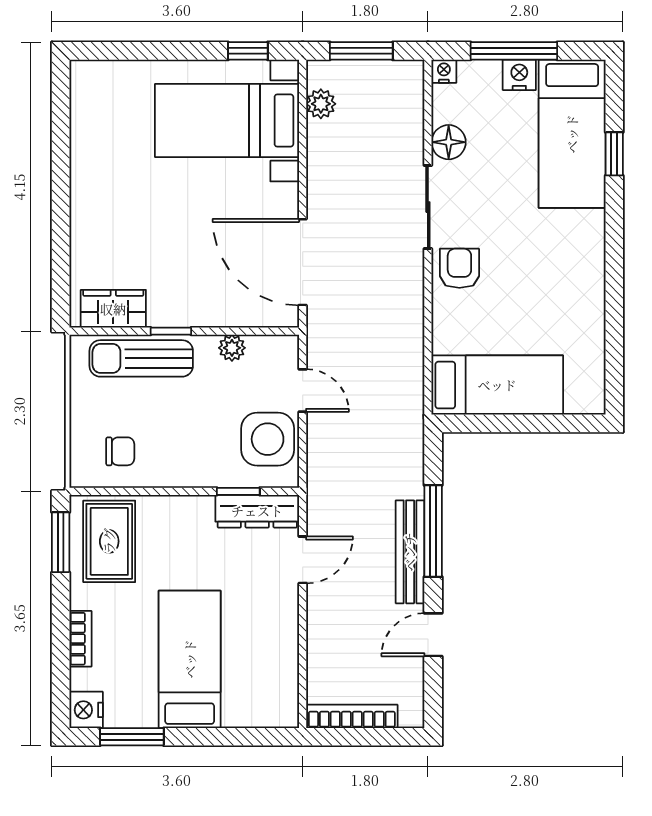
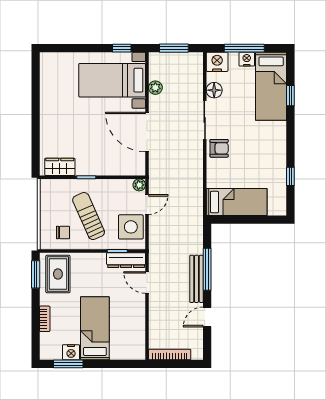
nightstand: (444, 71) -> (217, 62), width x1.89, depth x1.79
plant: (321, 104) -> (155, 88), moved
door: (303, 262) -> (147, 132), moved
armchair: (459, 268) -> (219, 148), turned 90
window: (614, 329) -> (290, 176), added
plant: (232, 348) -> (139, 185), moved
sun lounger: (141, 358) -> (89, 216), moved, turned 66
door: (303, 391) -> (147, 205), hinge flipped
door: (303, 560) -> (147, 283), swing flipped
nightstand: (86, 710) -> (71, 352), moved, turned -90

